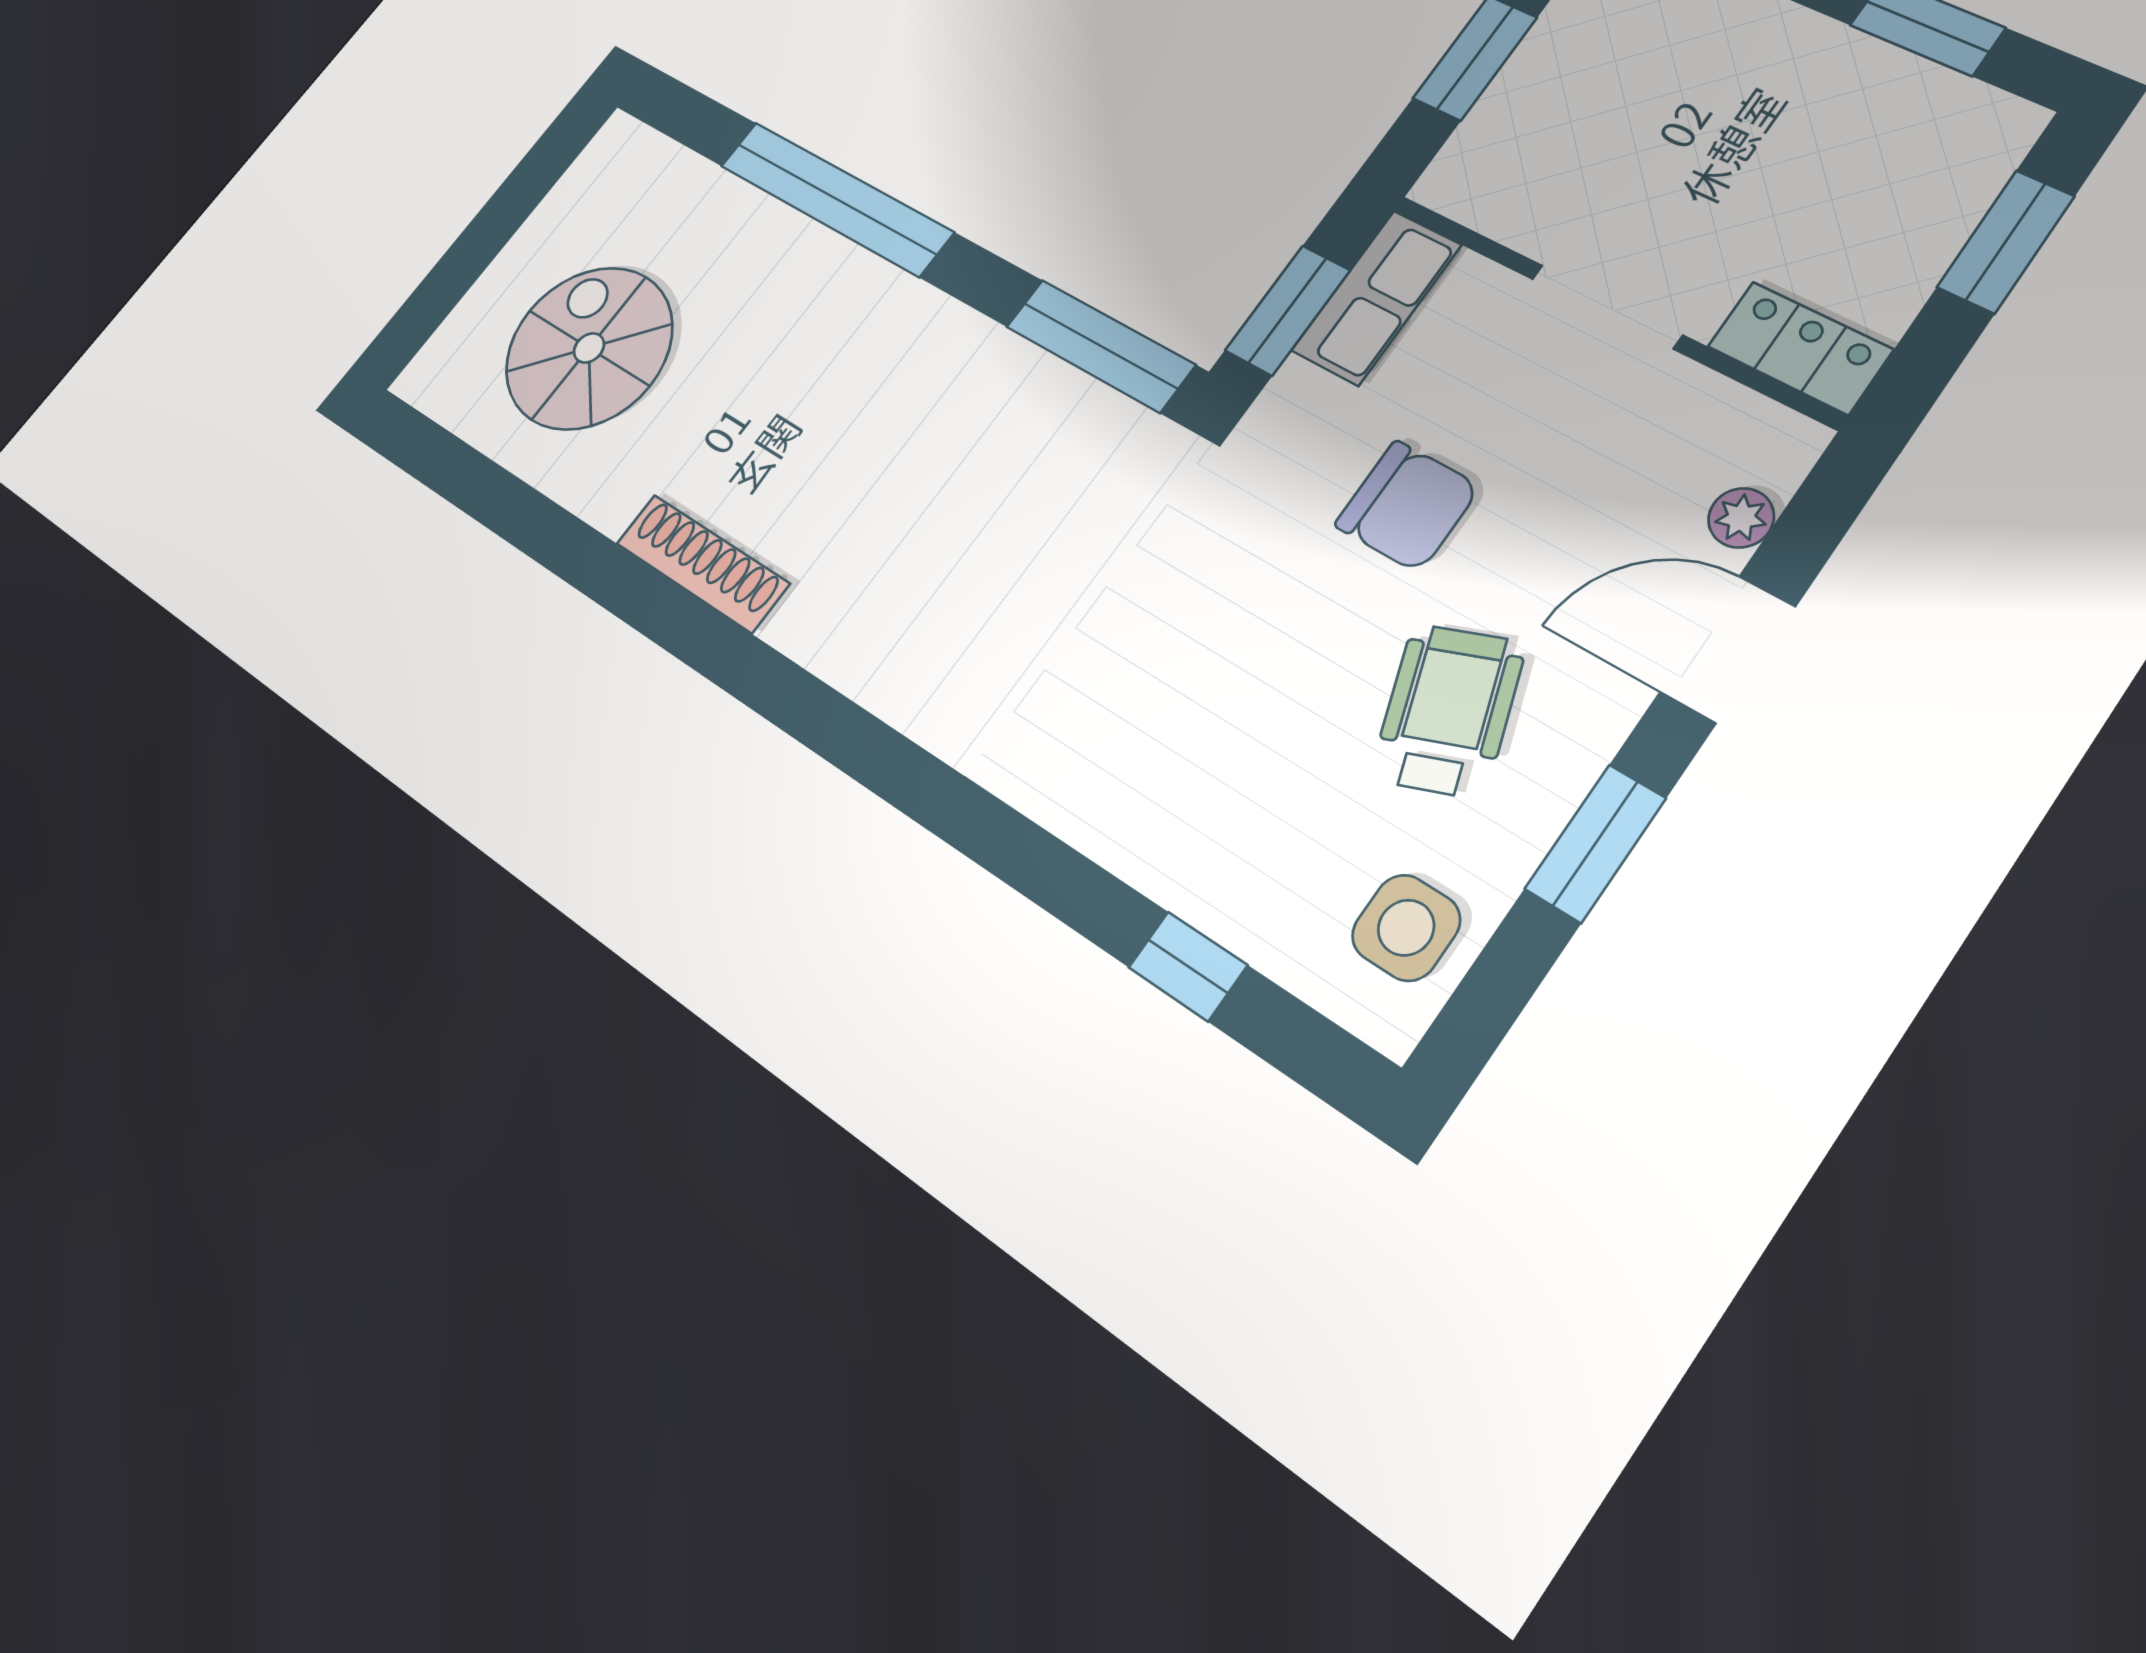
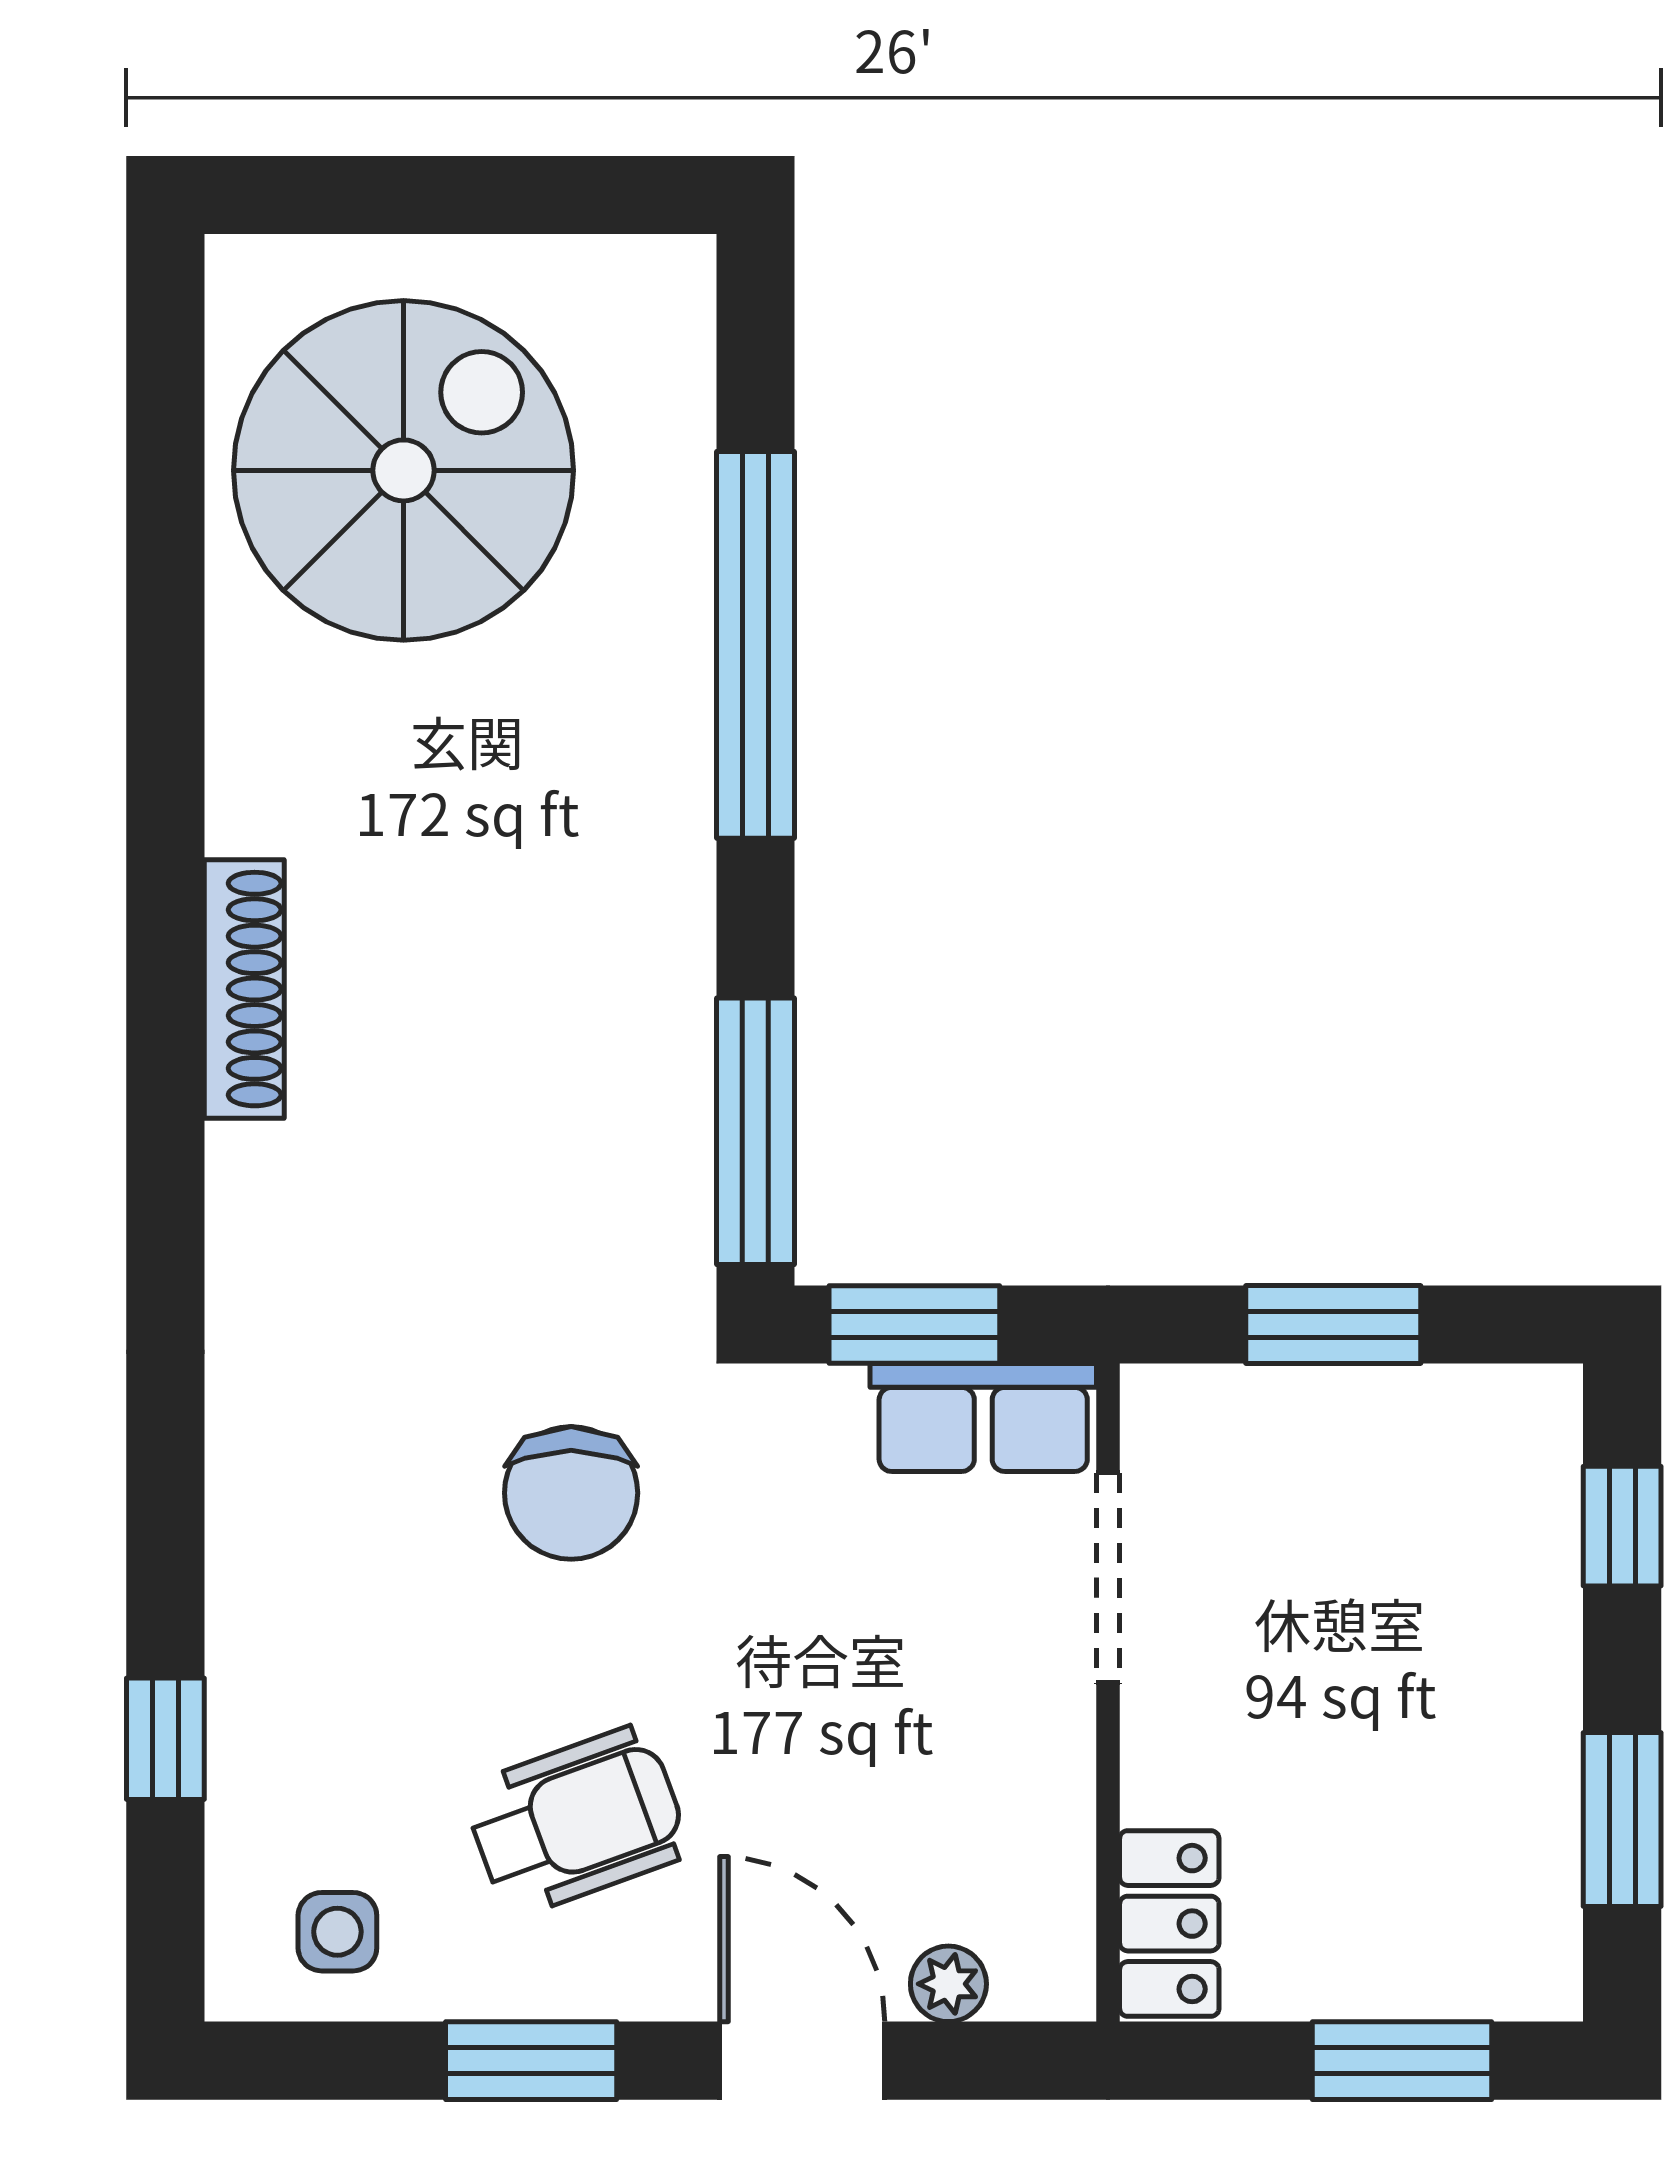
doorway: (1607, 307) -> (1108, 1578), moved
spiral stairs: (589, 348) -> (404, 470), width x1.37, depth x1.37
chair: (1407, 506) -> (571, 1493), moved
shoe rack: (702, 563) -> (244, 989), moved
side table: (1406, 928) -> (337, 1932), width x0.73, depth x0.73

